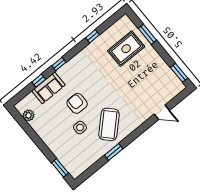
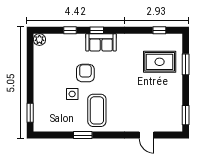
window: (93, 36) -> (159, 30), moved
sofa: (48, 88) -> (101, 42), moved
plant: (28, 115) -> (39, 40), moved
coffee table: (109, 124) -> (97, 110), turned -46

